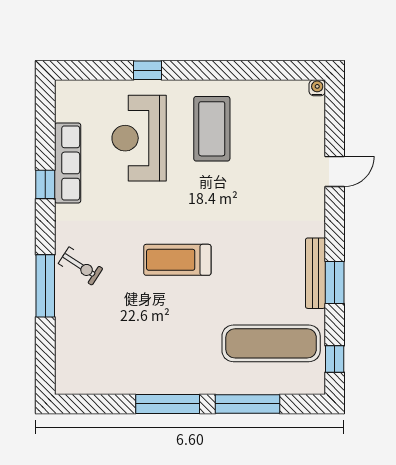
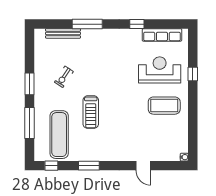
row of seats: (68, 163) -> (162, 35), moved
treadmill: (177, 260) -> (91, 112), moved, turned 180
exercise bike: (81, 266) -> (64, 77), moved
bench: (315, 273) -> (63, 33), moved
window: (168, 404) -> (29, 84), width x0.69

